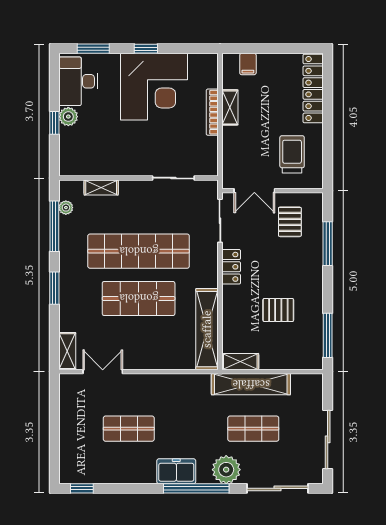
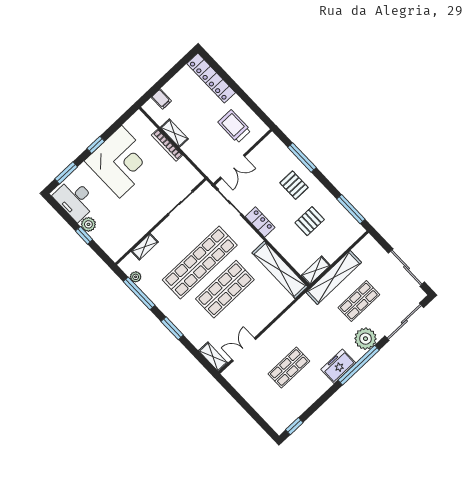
pallet: (290, 222) -> (294, 185), moved

